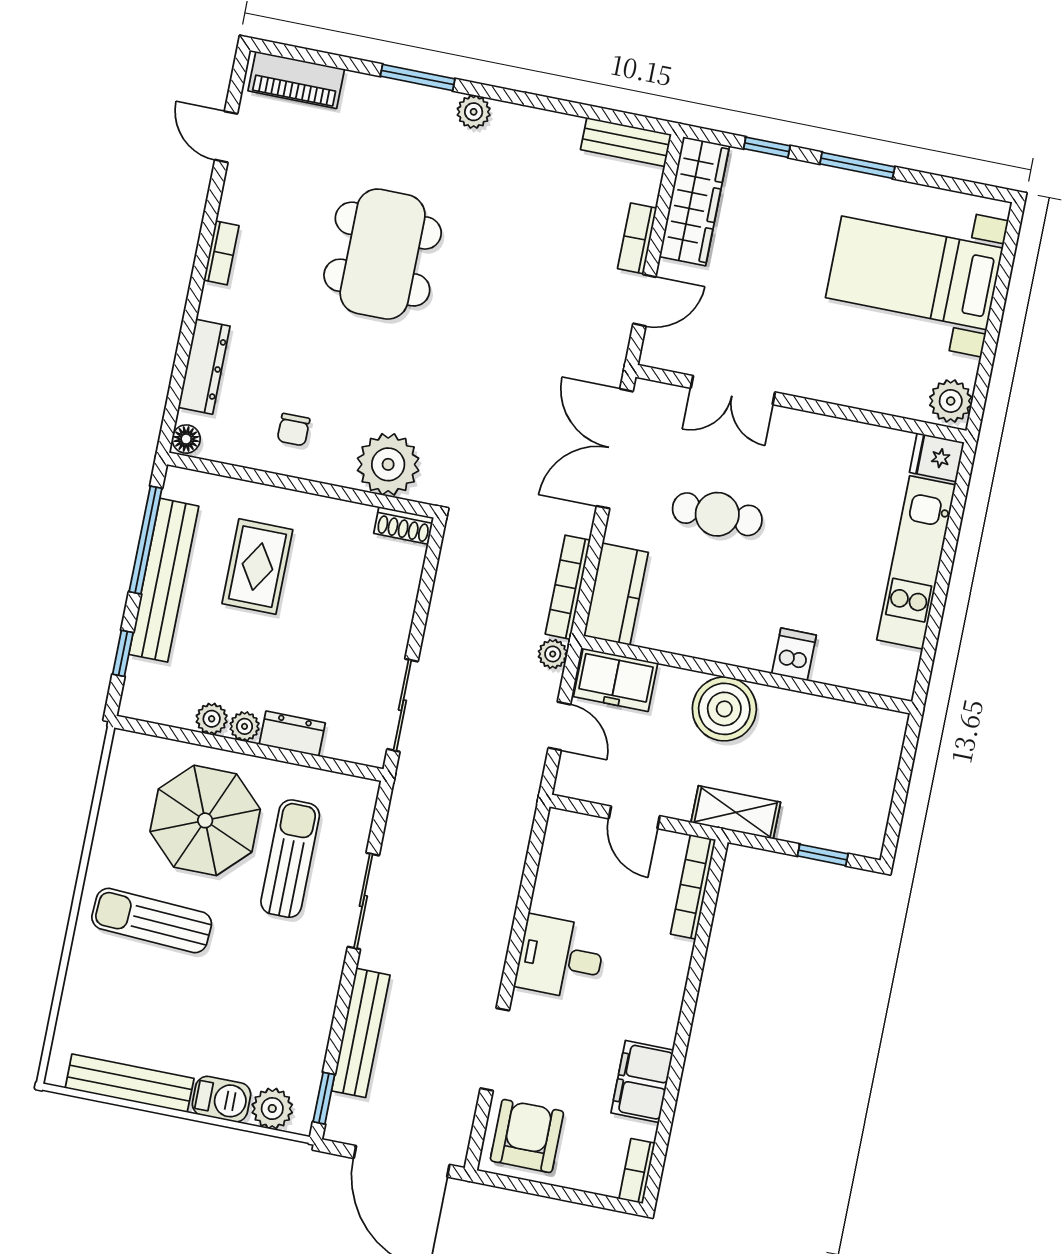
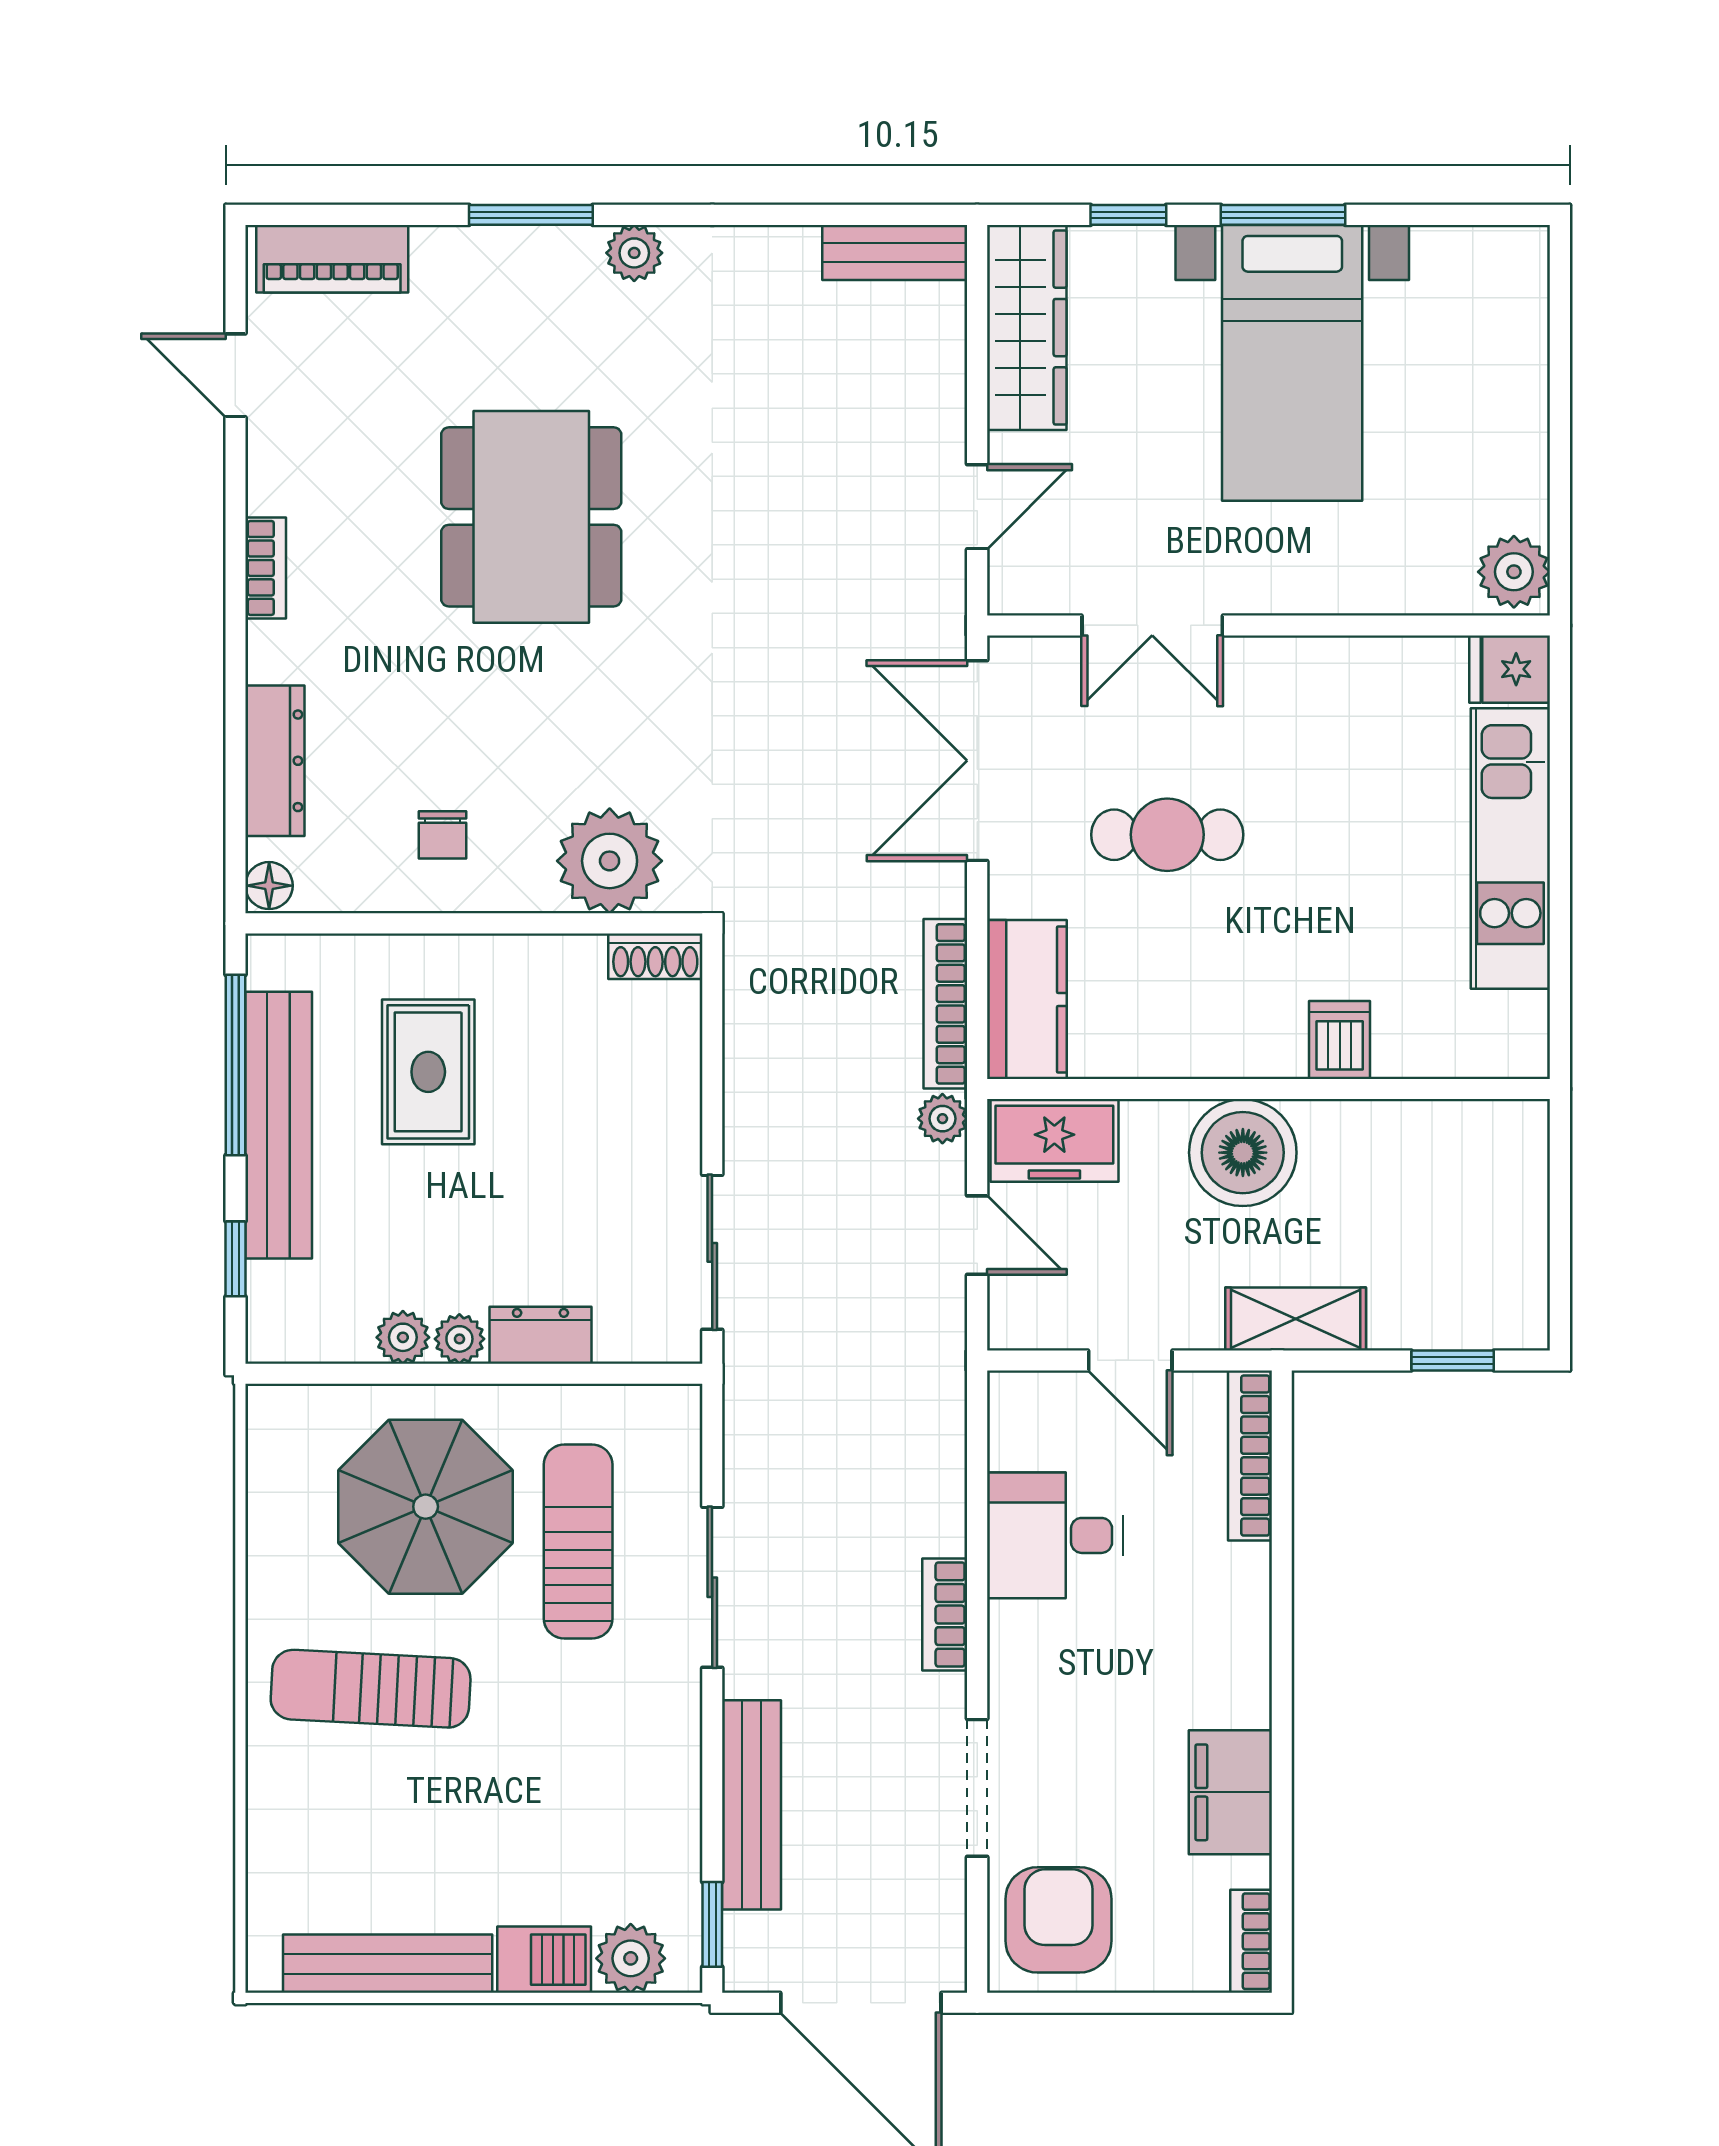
bookcase: (637, 238) -> (945, 1615), moved
bed with nightstands: (914, 273) -> (1292, 363), moved, turned -90
desk: (560, 958) -> (1055, 1535), moved

